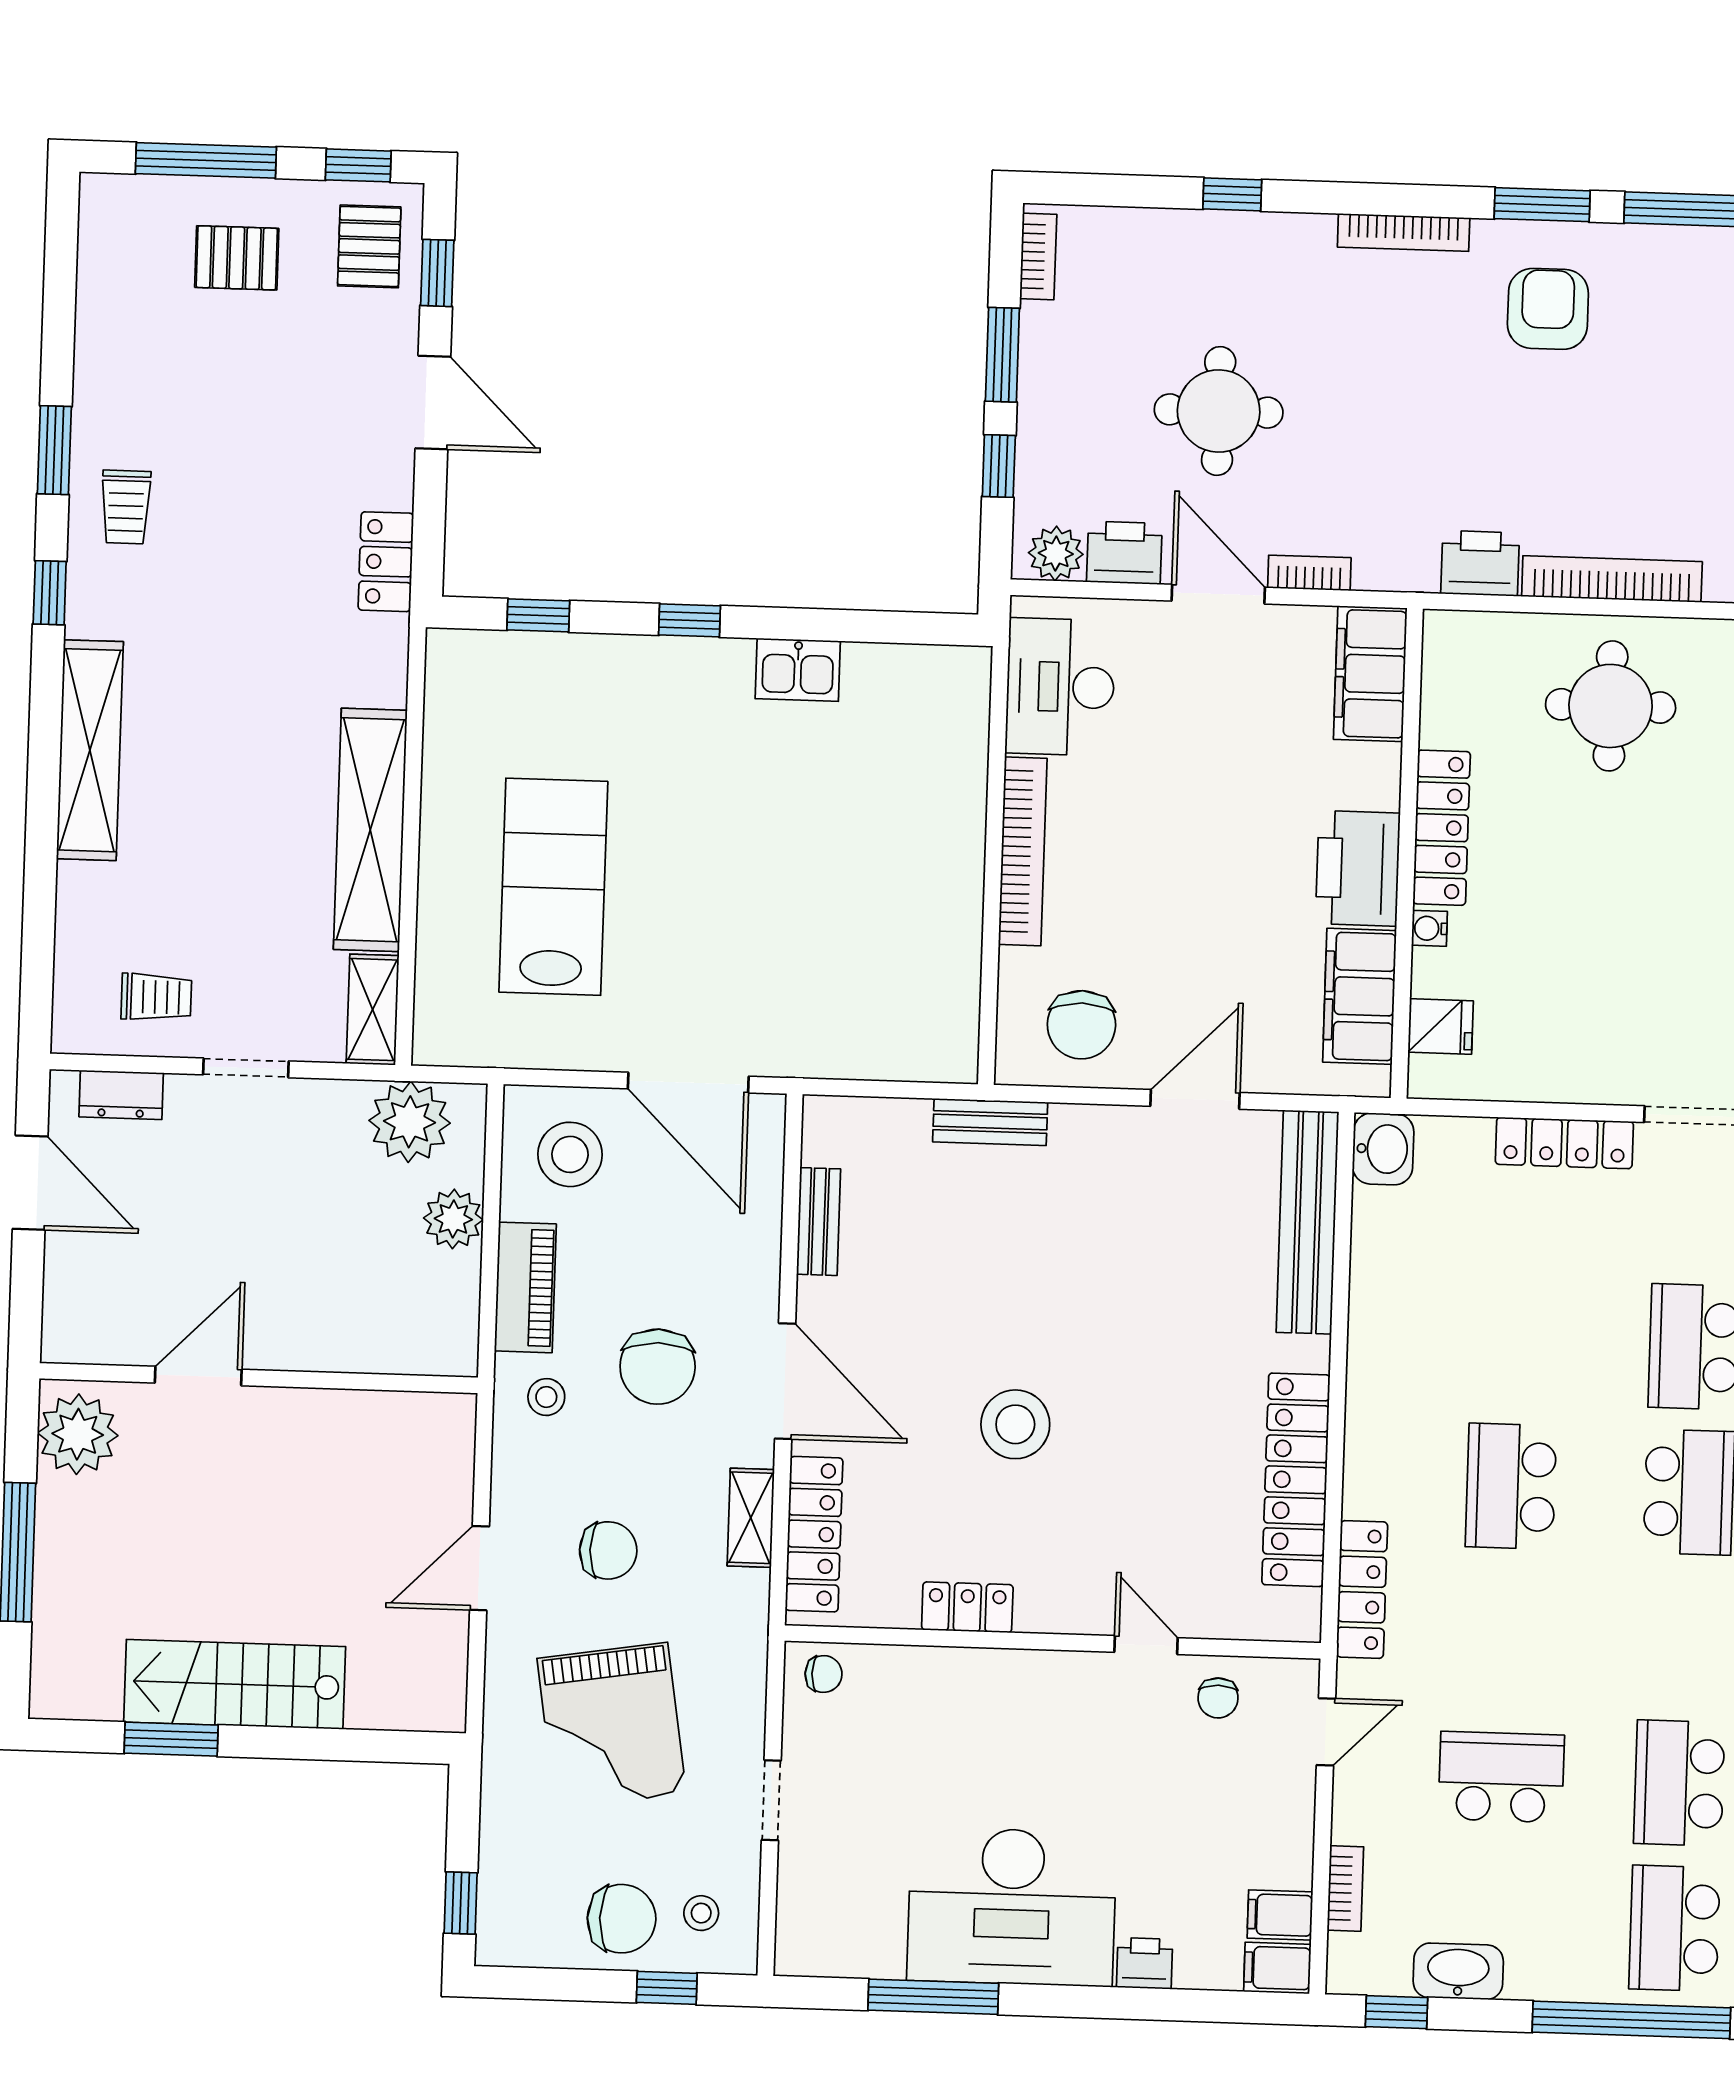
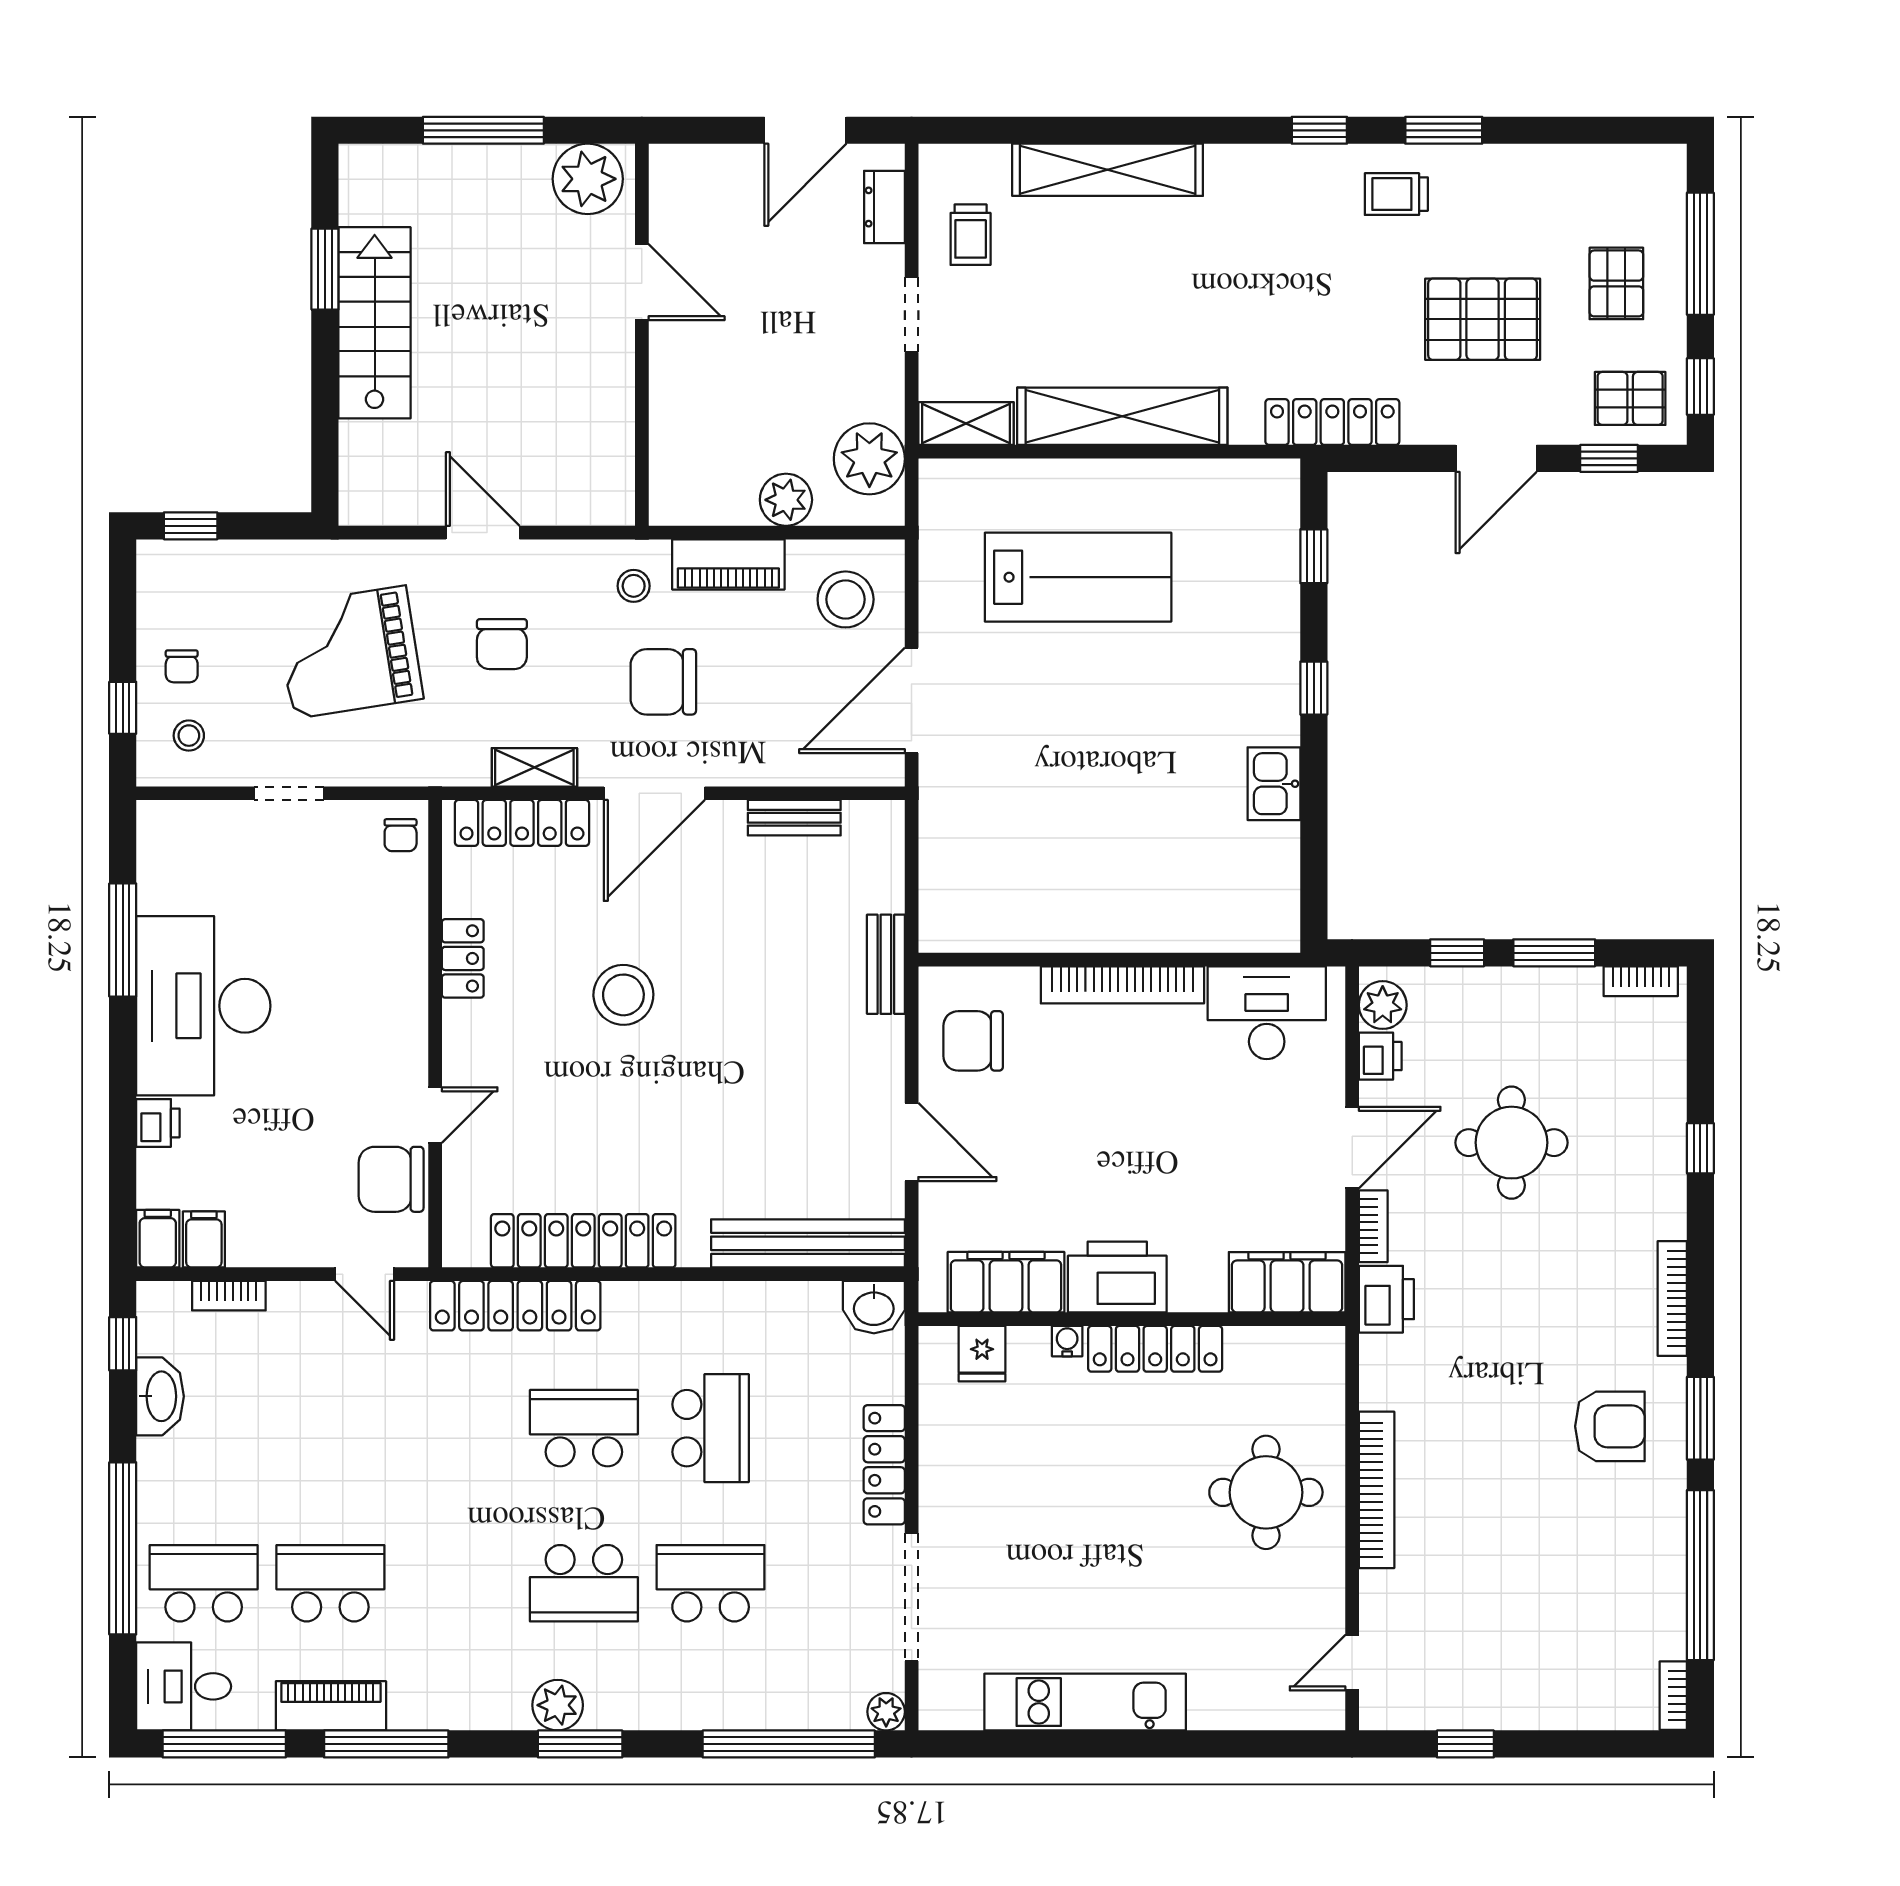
pallet: (273, 413) -> (1483, 319), added
printer: (1124, 553) -> (1380, 1056), width x0.73, depth x0.81
locker: (386, 562) -> (1332, 422), width x1.53
printer: (1480, 563) -> (1386, 1299), moved
shelving: (90, 750) -> (1108, 170), moved
locker: (1362, 1589) -> (515, 1306), width x1.41, depth x1.21
chair: (1218, 1698) -> (391, 1179), width x1.87, depth x1.87
school desk: (1501, 1777) -> (711, 1428), moved
chair: (622, 1919) -> (182, 666), width x0.54, depth x0.54

